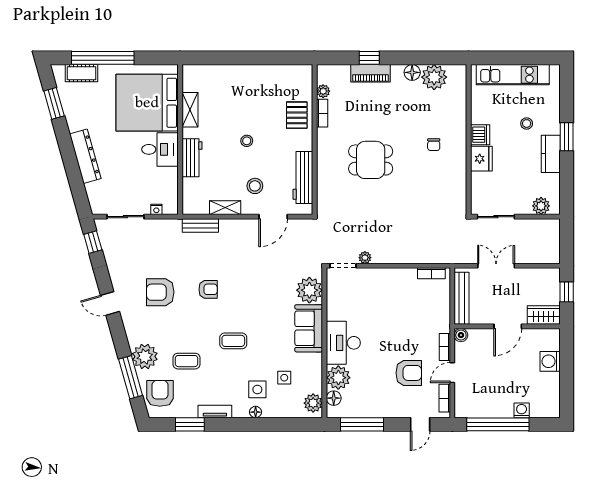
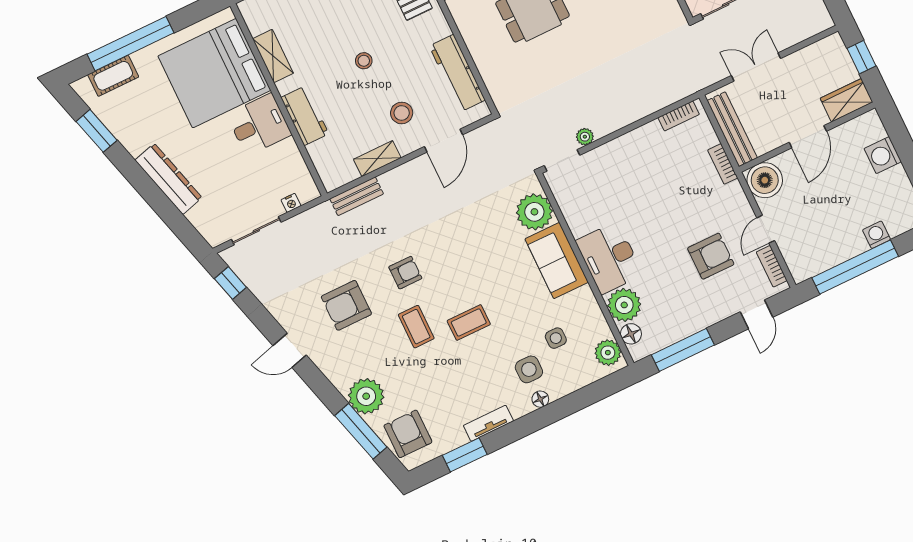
boiler: (461, 335) -> (765, 180), width x1.86, depth x1.86
bookcase: (445, 347) -> (723, 164), moved
coffee table: (186, 361) -> (416, 327), moved, turned 90

